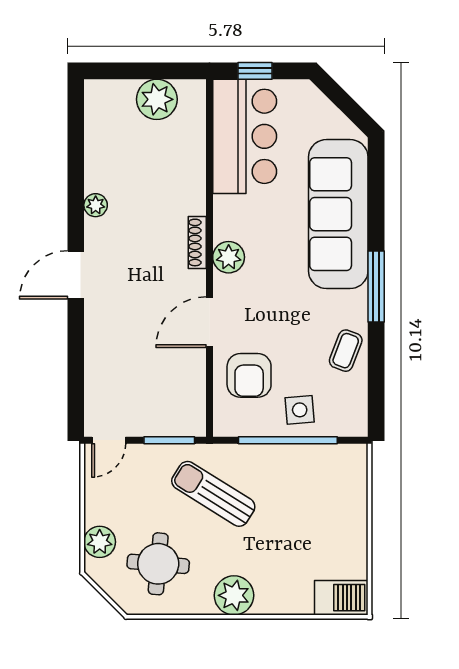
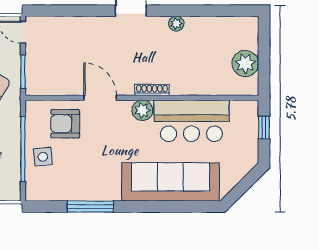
bar counter: (245, 136) -> (191, 121), moved
window: (376, 287) -> (90, 207), moved
coffee table: (346, 351) -> (81, 187), removed

